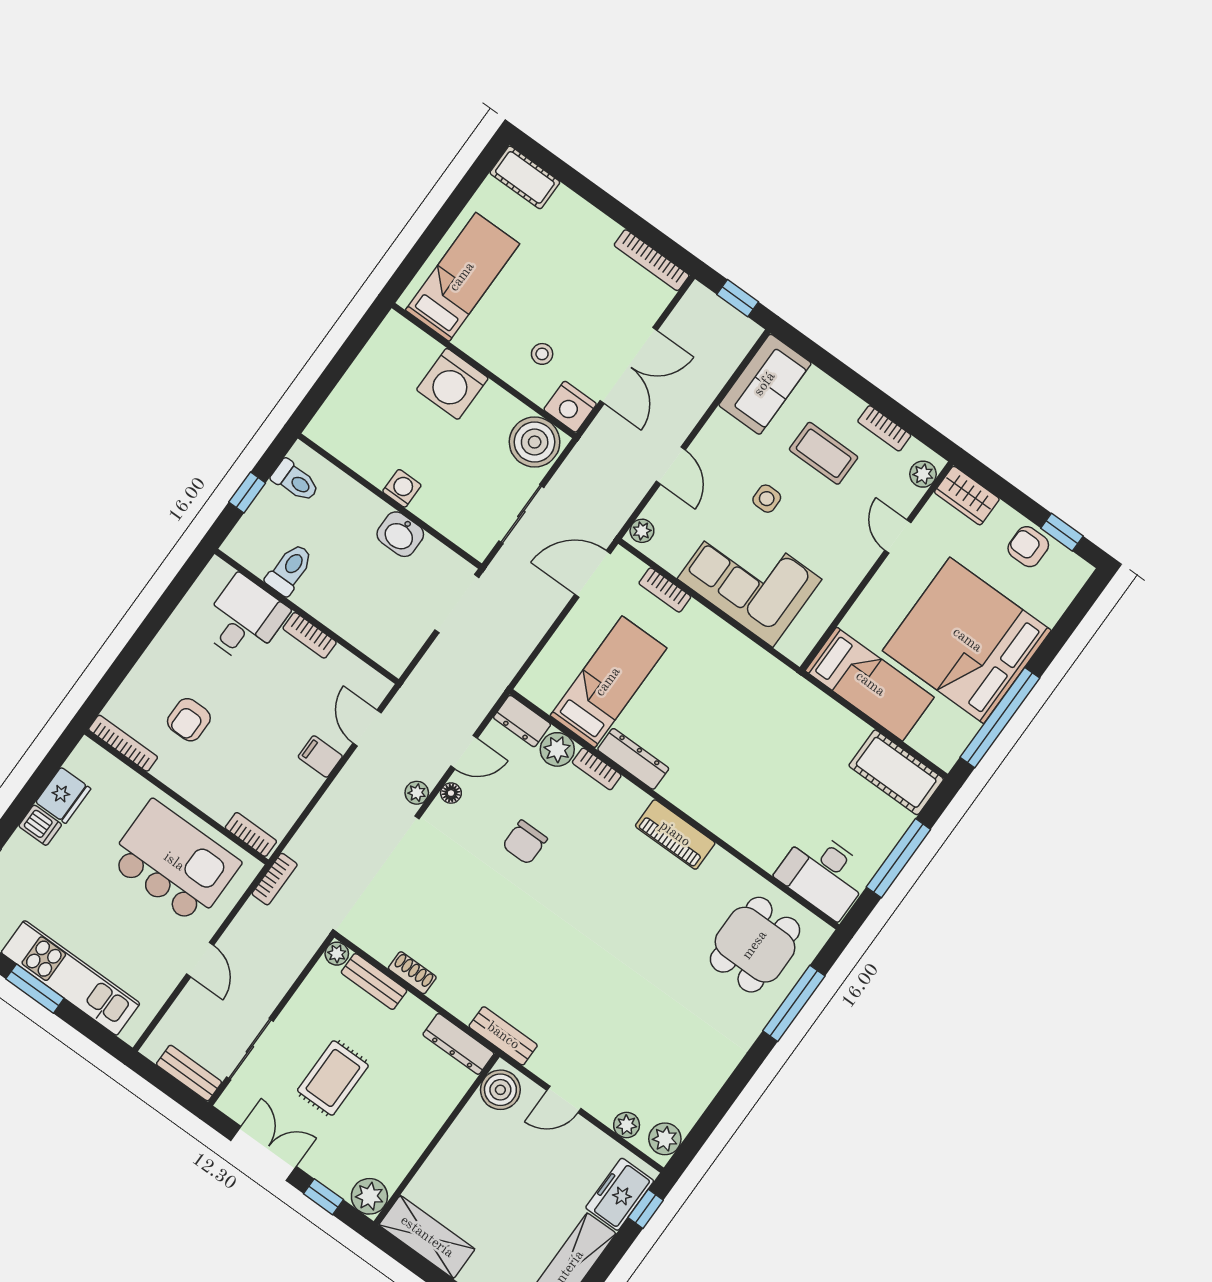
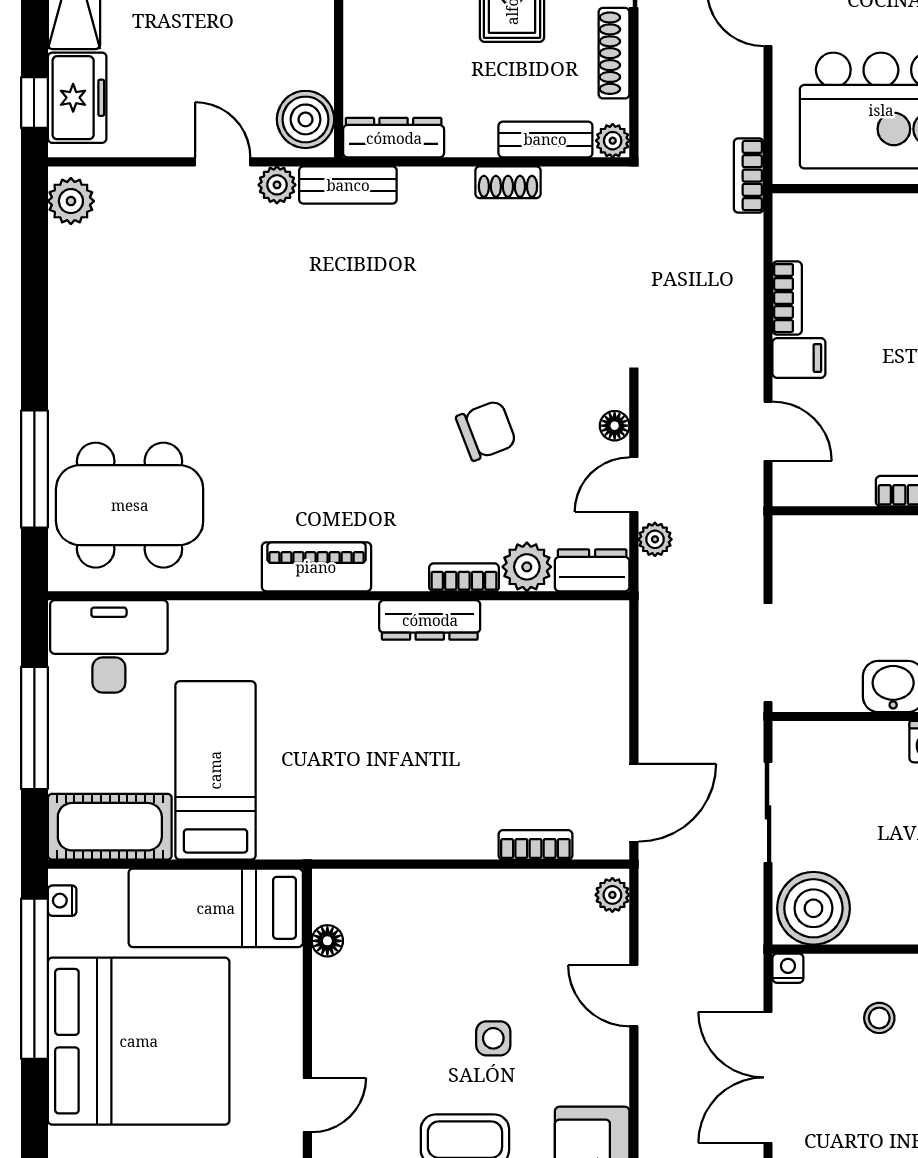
nightstand: (570, 407) -> (788, 968), width x0.53, depth x0.56
door: (898, 536) -> (307, 1105), hinge flipped
corner sofa: (750, 579) -> (445, 930), removed
floor lamp: (820, 620) -> (327, 941), added
bed: (608, 682) -> (215, 770), moved, turned 180
nightstand: (953, 750) -> (62, 901), added
plant: (417, 793) -> (655, 539), moved
bookcase: (251, 834) -> (787, 298), moved, turned -90
chair: (525, 842) -> (486, 430), turned 69
dining table: (755, 945) -> (130, 505), width x1.38
shoe rack: (301, 1002) -> (614, 53), added
door: (564, 1099) -> (223, 162), hinge flipped
plant: (627, 1125) -> (277, 185), moved

